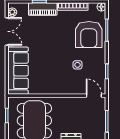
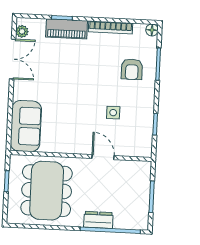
armchair: (89, 34) -> (132, 69), width x0.53, depth x0.53
sofa: (18, 71) -> (26, 126), width x0.73
door: (94, 96) -> (103, 157), moved

